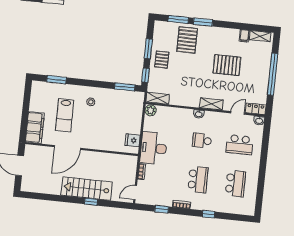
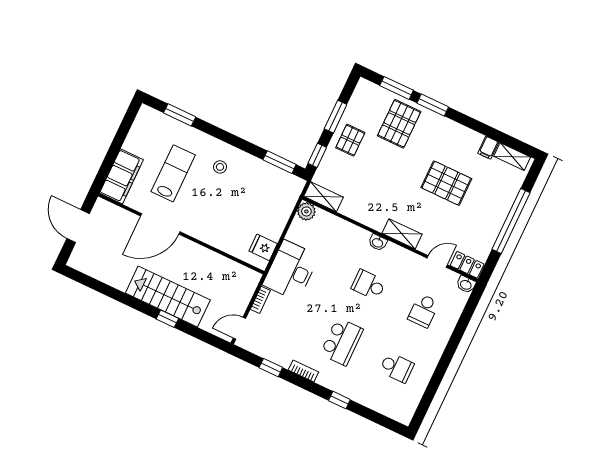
lab bench: (65, 115) -> (173, 173), turned 180
school desk: (240, 145) -> (424, 311), width x0.54
school desk: (235, 184) -> (397, 368), width x0.54

